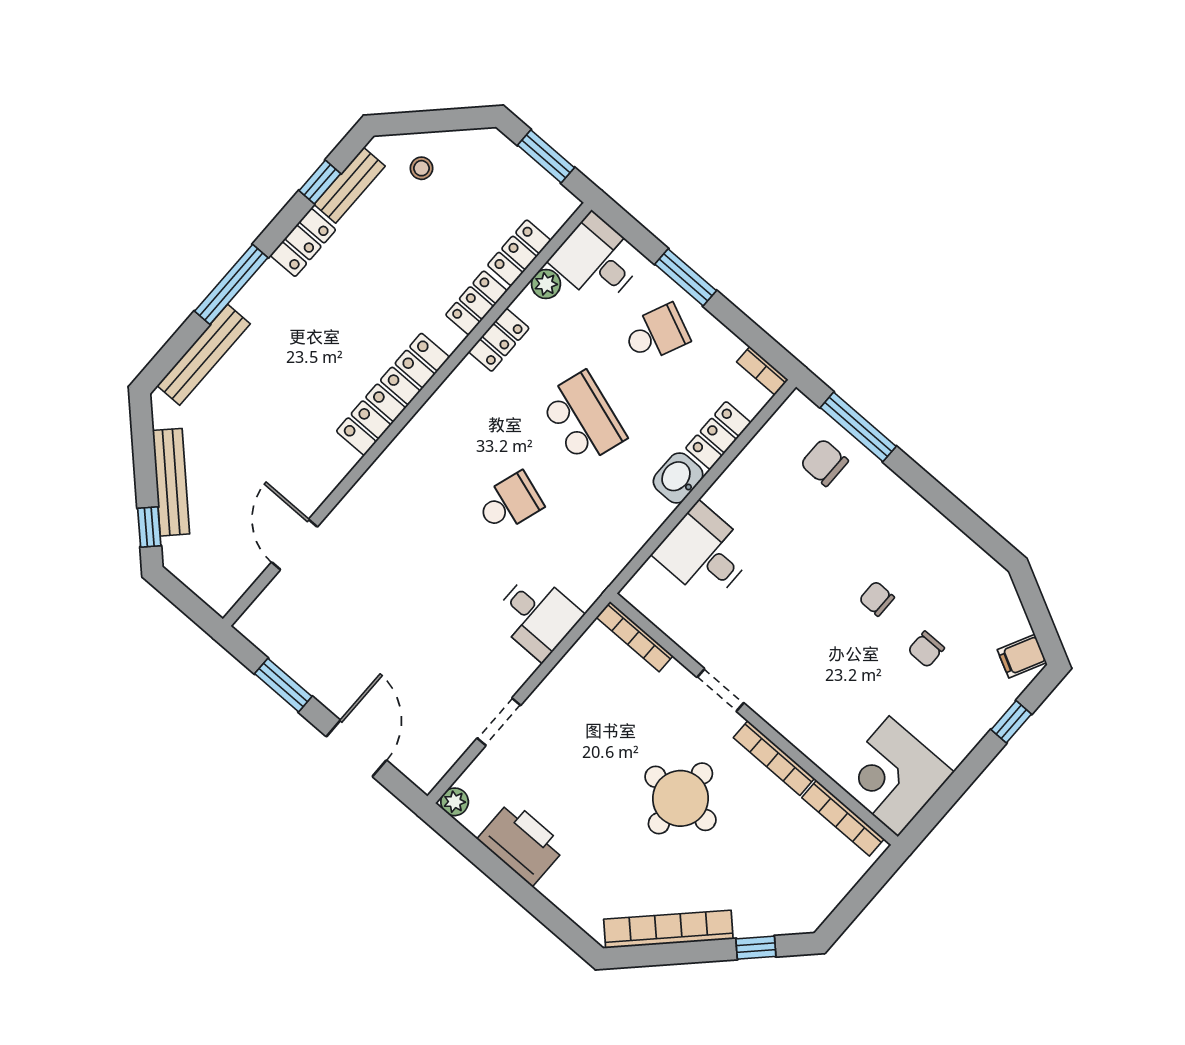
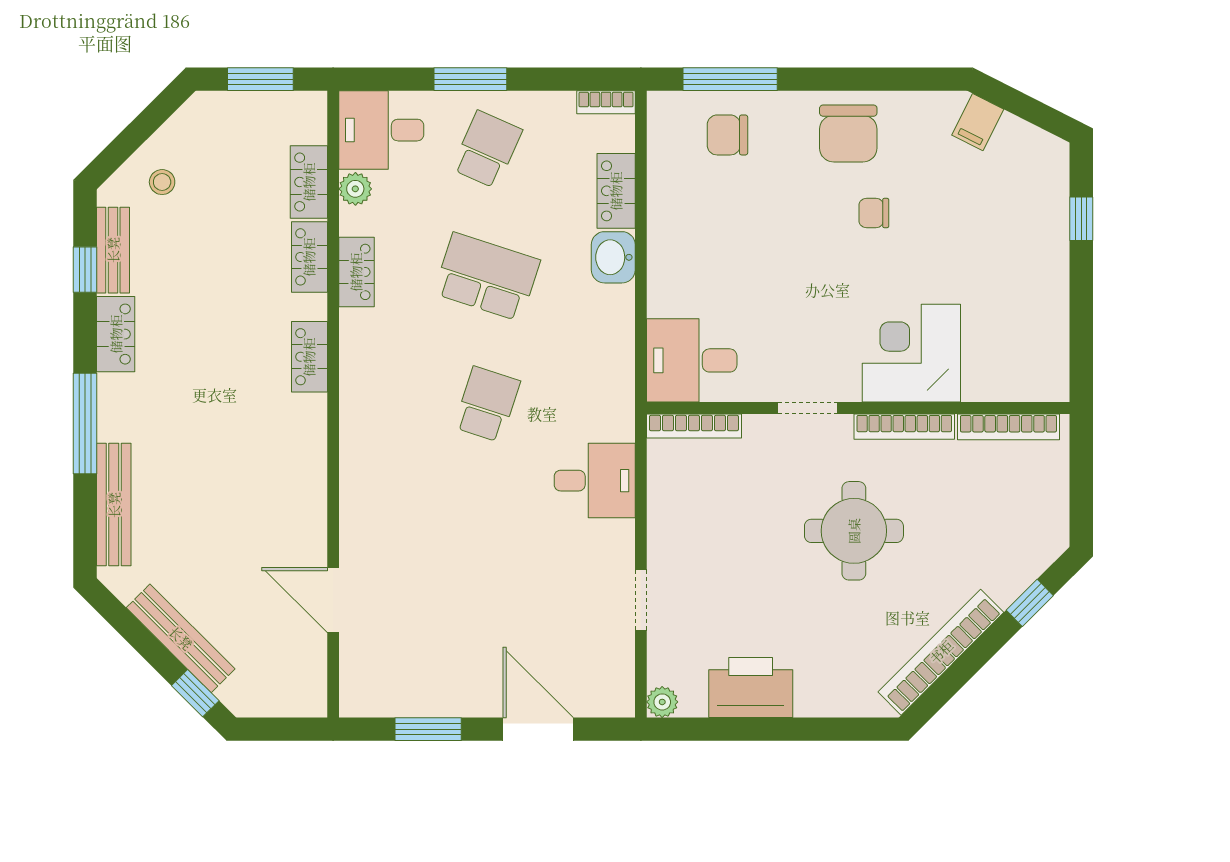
locker: (393, 394) -> (309, 357), width x0.46, depth x0.83
desk: (704, 553) -> (692, 360), moved
chair: (926, 649) -> (848, 133), moved, width x1.87, depth x1.87
filing cabinet: (1022, 656) -> (978, 122), moved
corner desk: (894, 776) -> (911, 353), moved, turned 90

